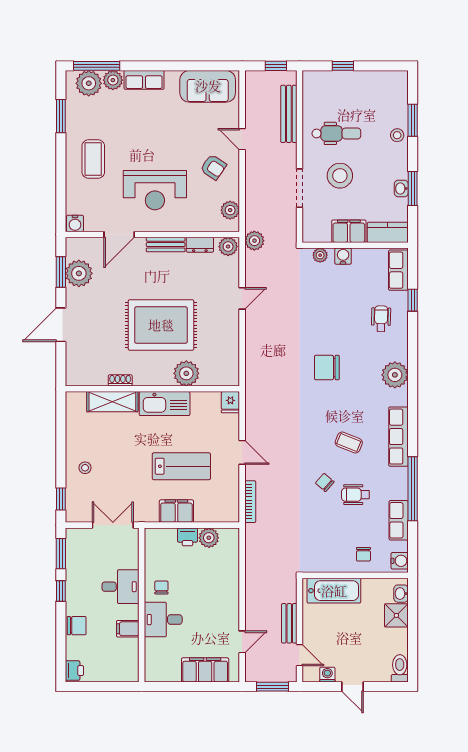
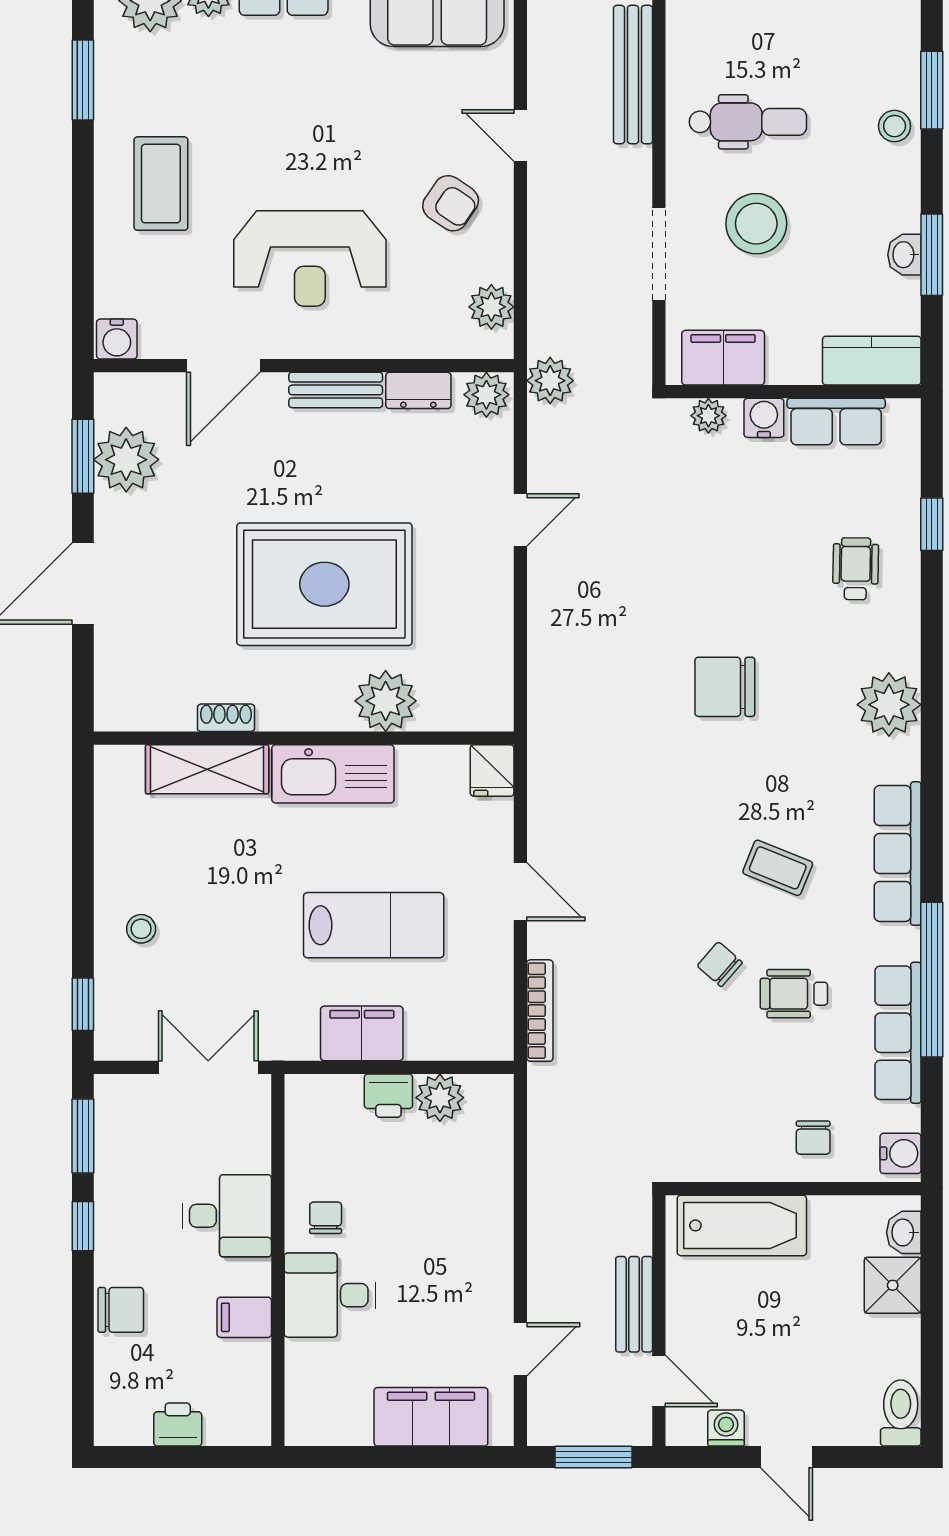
filing cabinet: (349, 231) -> (723, 358), moved
row of seats: (398, 270) -> (836, 422), moved, turned -90
row of seats: (399, 520) -> (898, 1033), width x1.48
printer: (74, 671) -> (178, 1425), moved, turned -90

